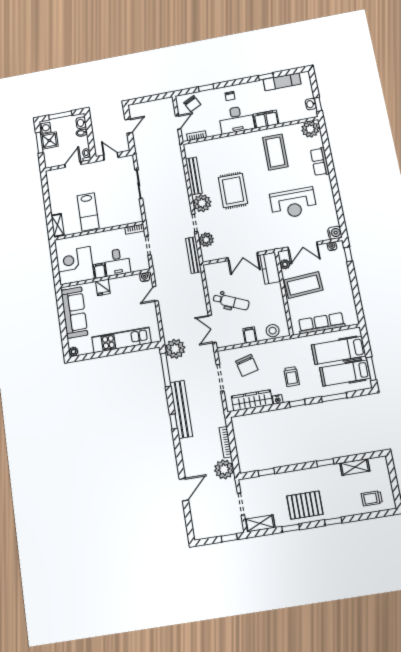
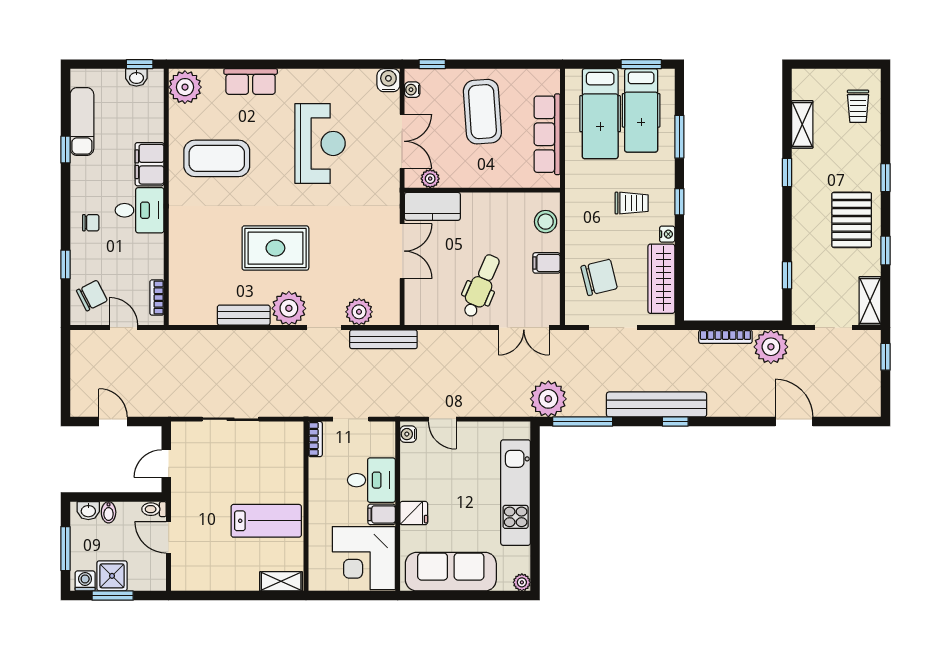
desk: (236, 120) -> (140, 210), width x0.73
bench: (194, 176) -> (244, 315), width x0.73
coffee table: (303, 285) -> (482, 112), moved

